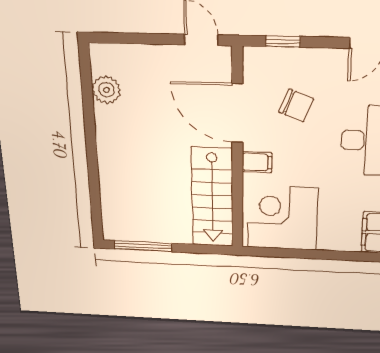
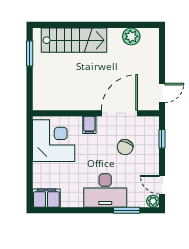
stairs: (212, 197) -> (74, 40), moved, turned 180
window: (143, 246) -> (30, 54), width x0.69

